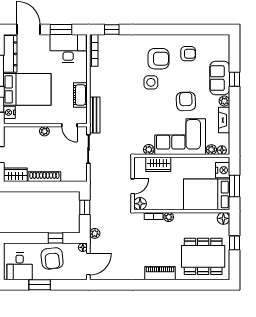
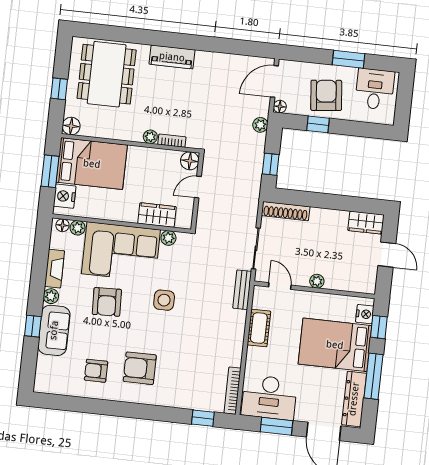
side table: (151, 82) -> (164, 300), moved
bench: (95, 115) -> (242, 290), width x0.73
shoe rack: (44, 177) -> (286, 211), moved
dining table: (203, 256) -> (107, 74), turned 90

